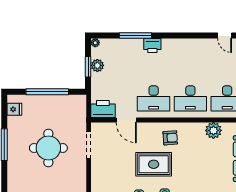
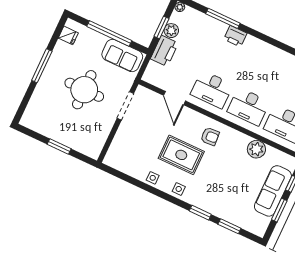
sofa: (67, 105) -> (122, 56), added
printer: (103, 109) -> (164, 51), moved, turned 90

